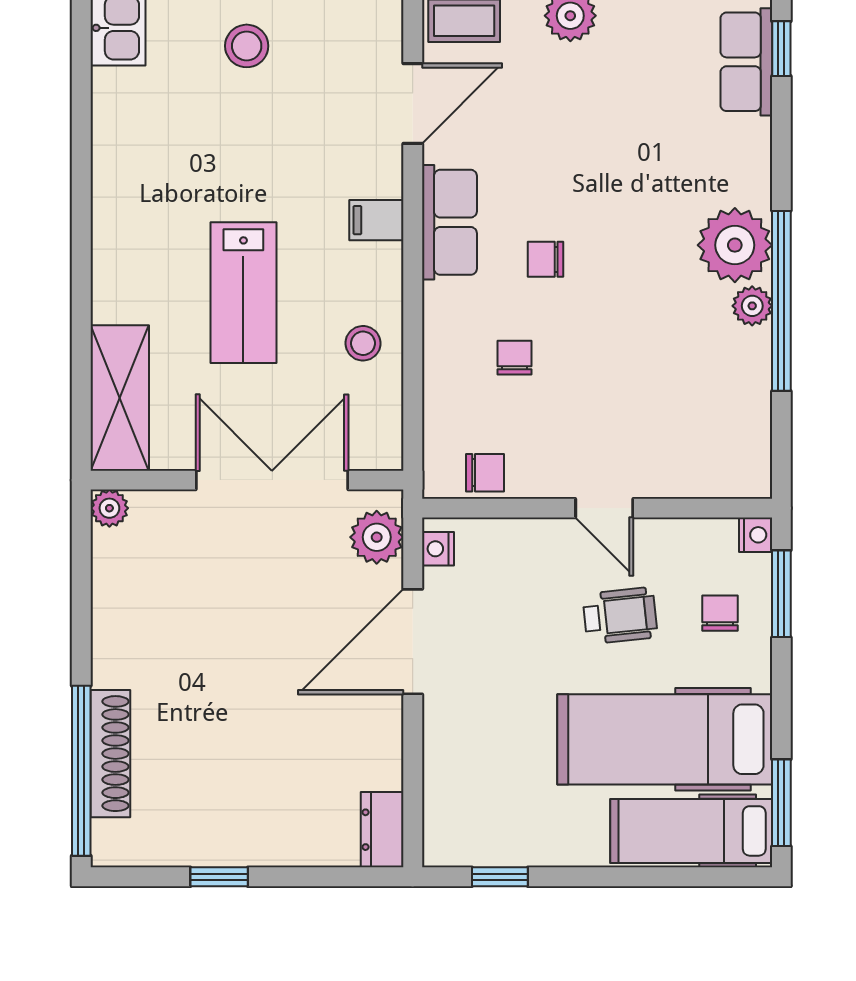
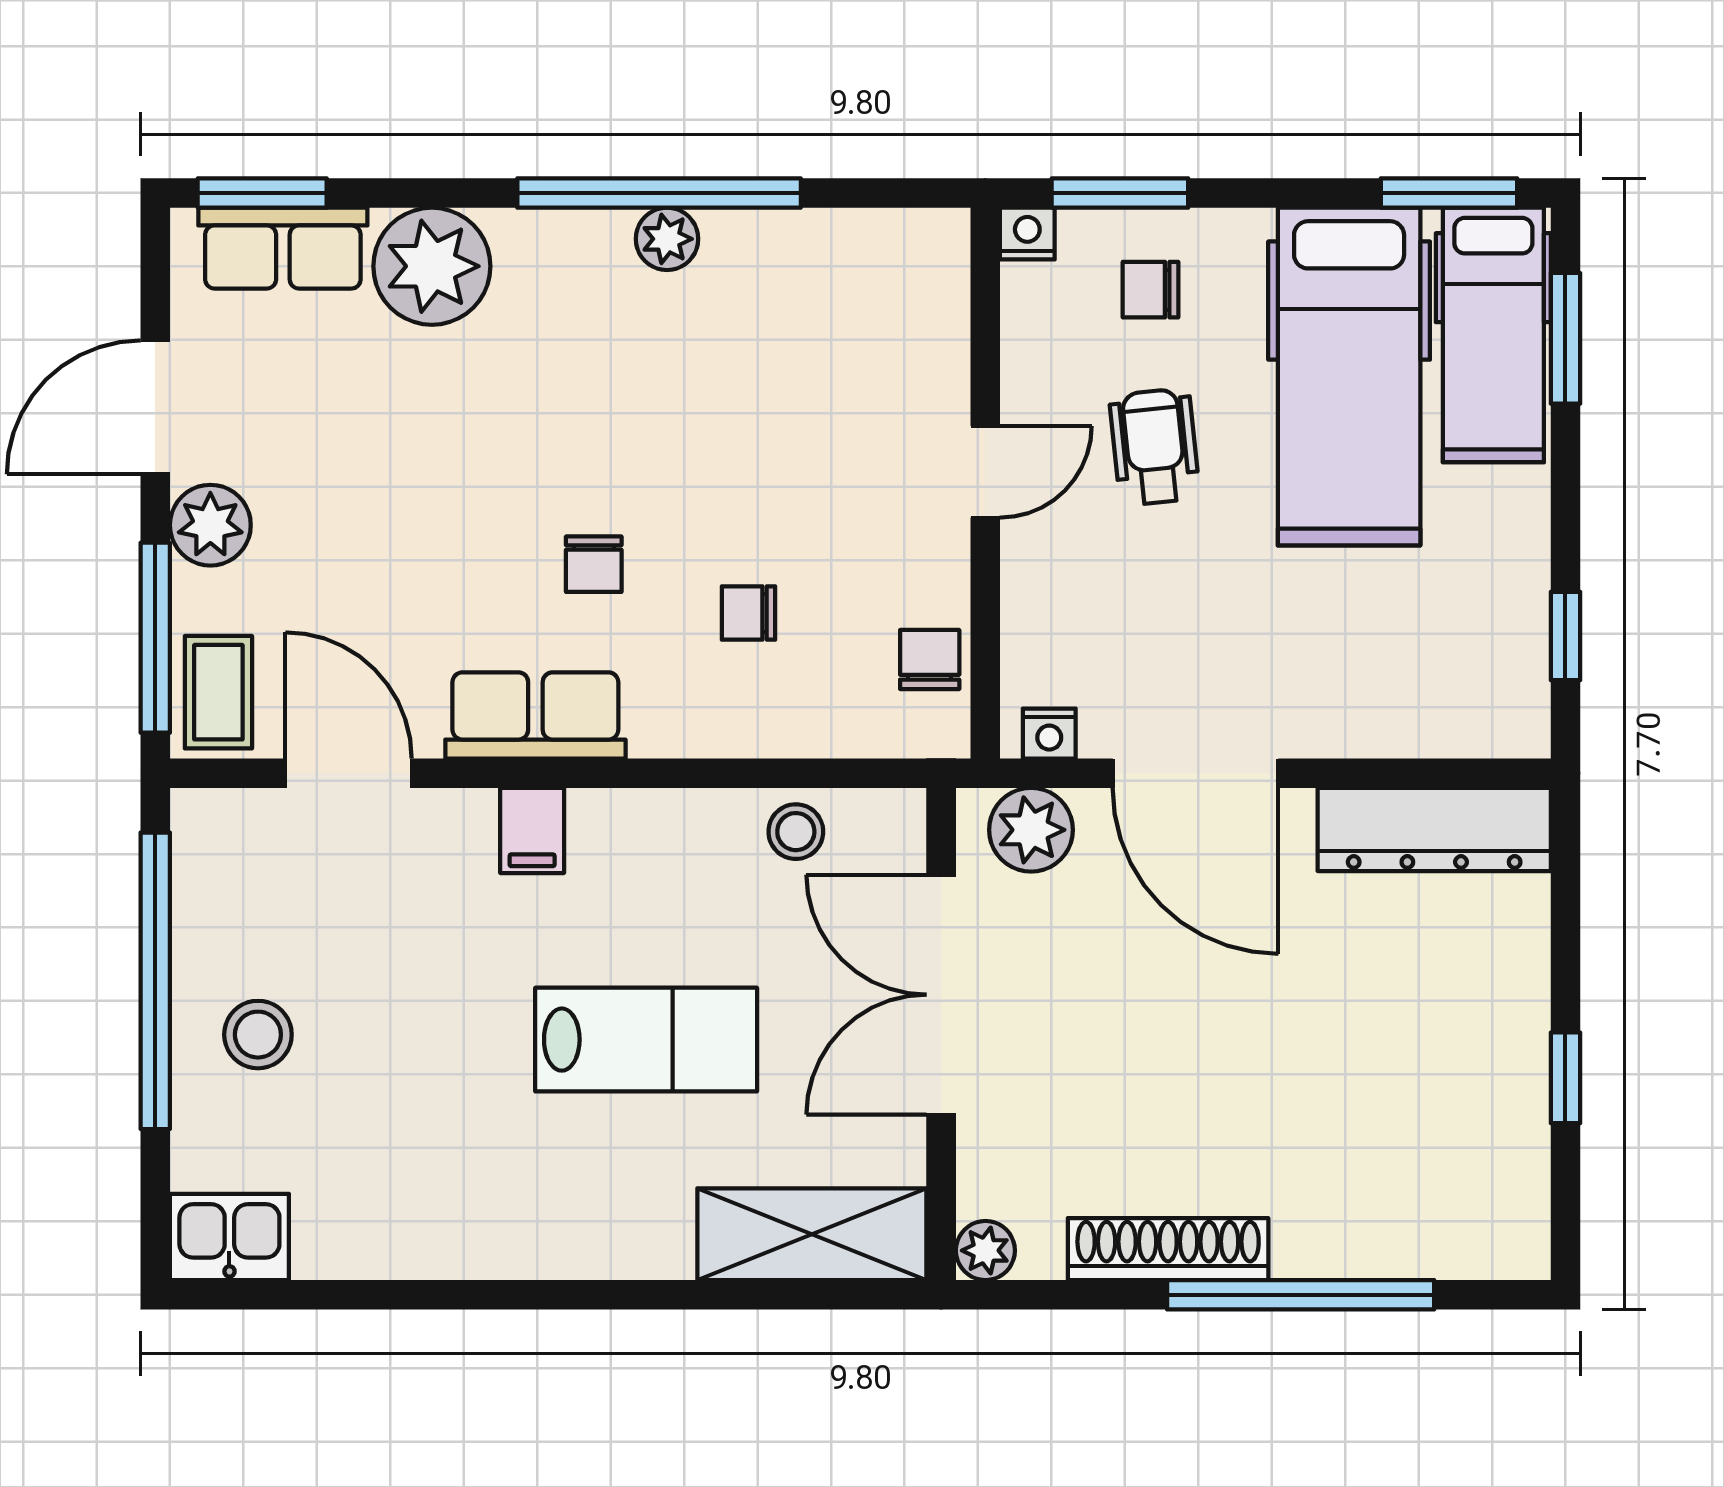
window: (781, 49) -> (262, 193), width x1.50
plant: (735, 245) -> (432, 266), moved
stool: (363, 343) -> (796, 832), moved
shoe rack: (110, 754) -> (1168, 1249), moved
window: (81, 771) -> (1301, 1295), moved
dresser: (382, 830) -> (1434, 830), width x1.96, depth x1.24
window: (689, 877) -> (1565, 338), added

